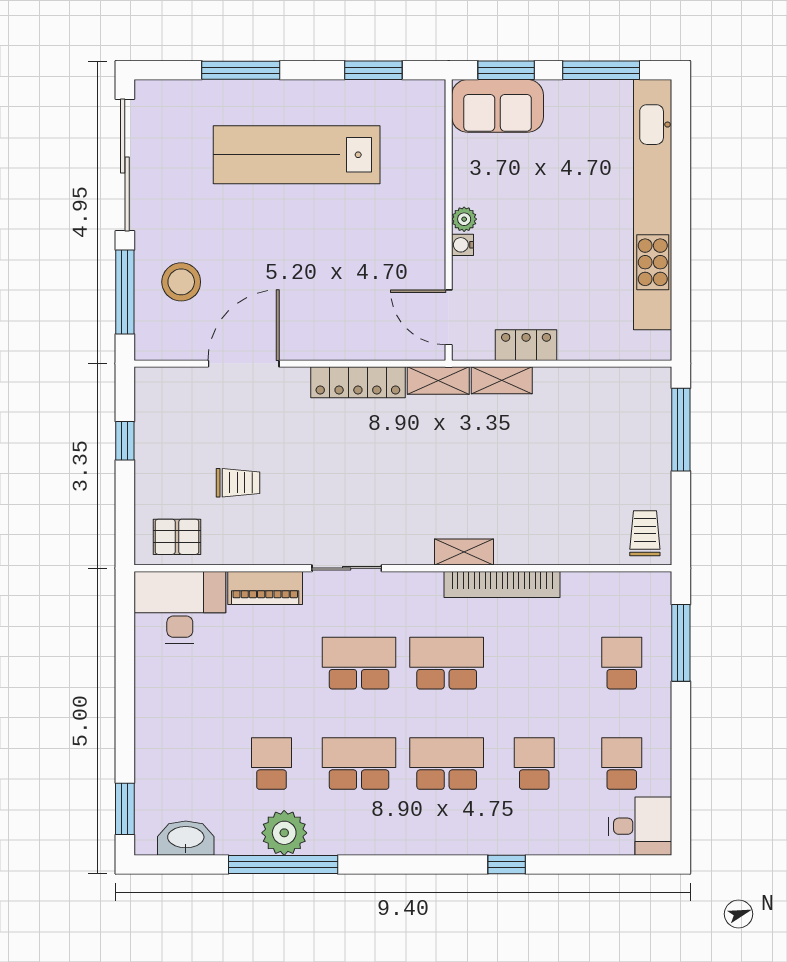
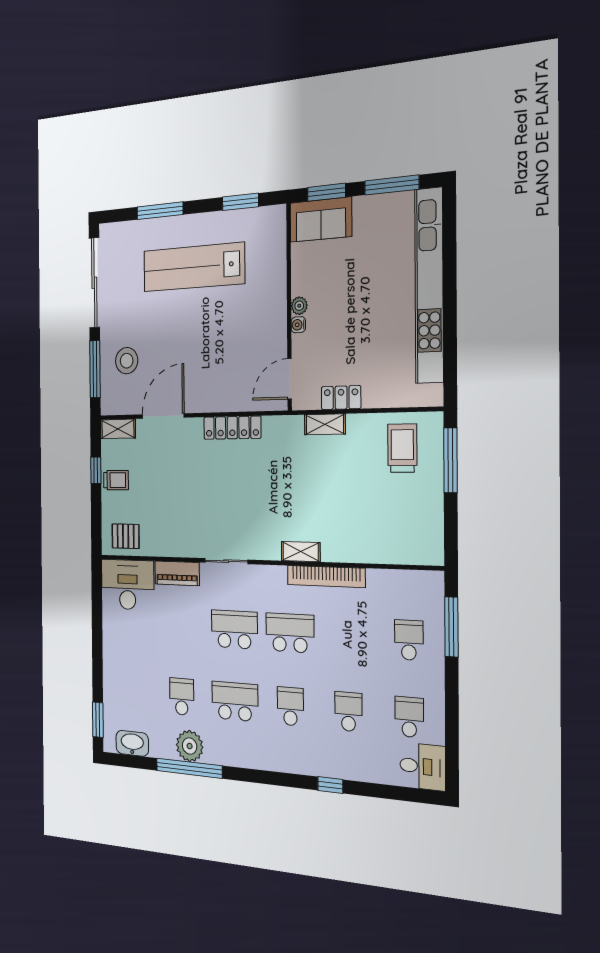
door: (449, 317) -> (290, 379), hinge flipped
shelving: (438, 380) -> (118, 429), moved
trolley: (238, 483) -> (116, 480), moved
trolley: (645, 533) -> (402, 448), moved, width x1.36, depth x1.39
school desk: (447, 764) -> (290, 706), width x0.54

